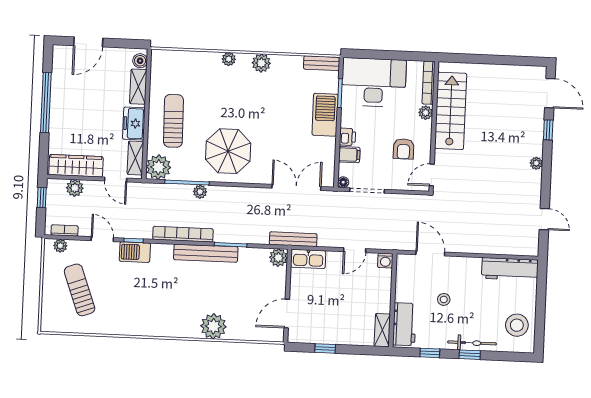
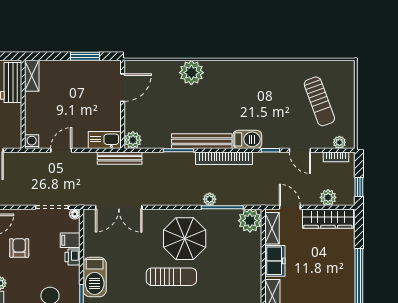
sun lounger: (173, 121) -> (171, 277), moved, turned -89
barbecue: (135, 252) -> (247, 139), moved
window: (325, 348) -> (85, 56), width x1.50

